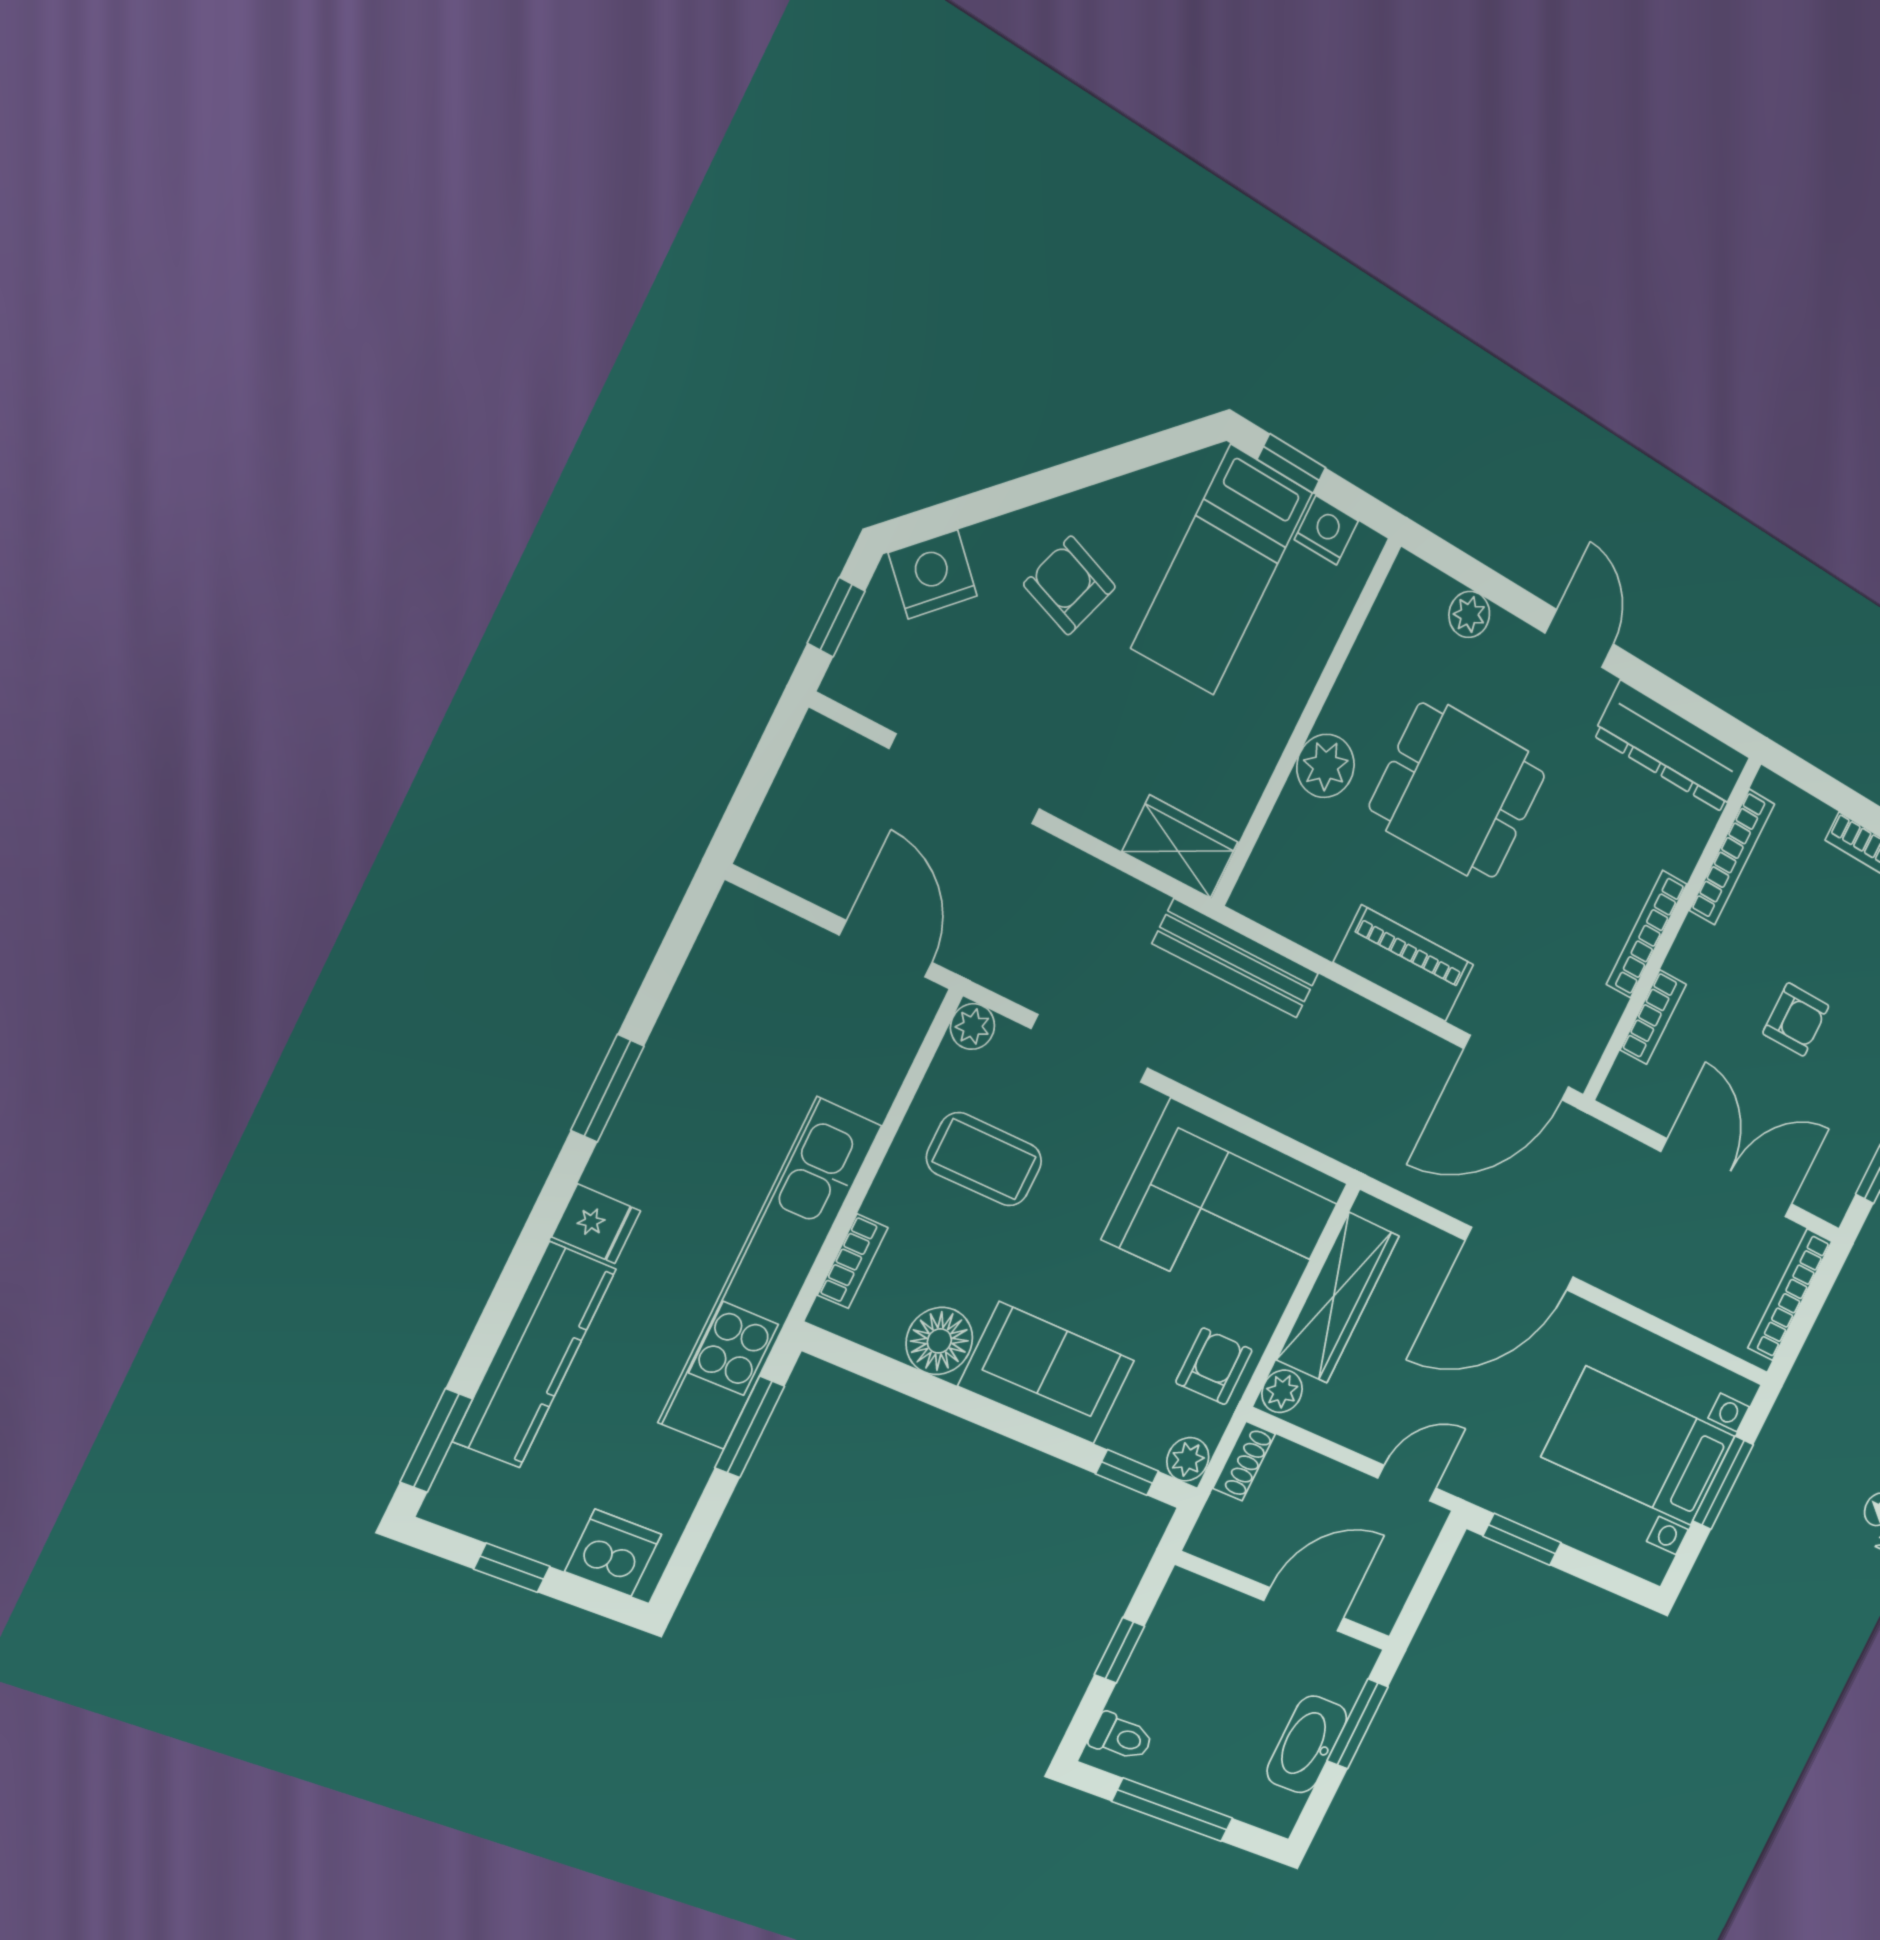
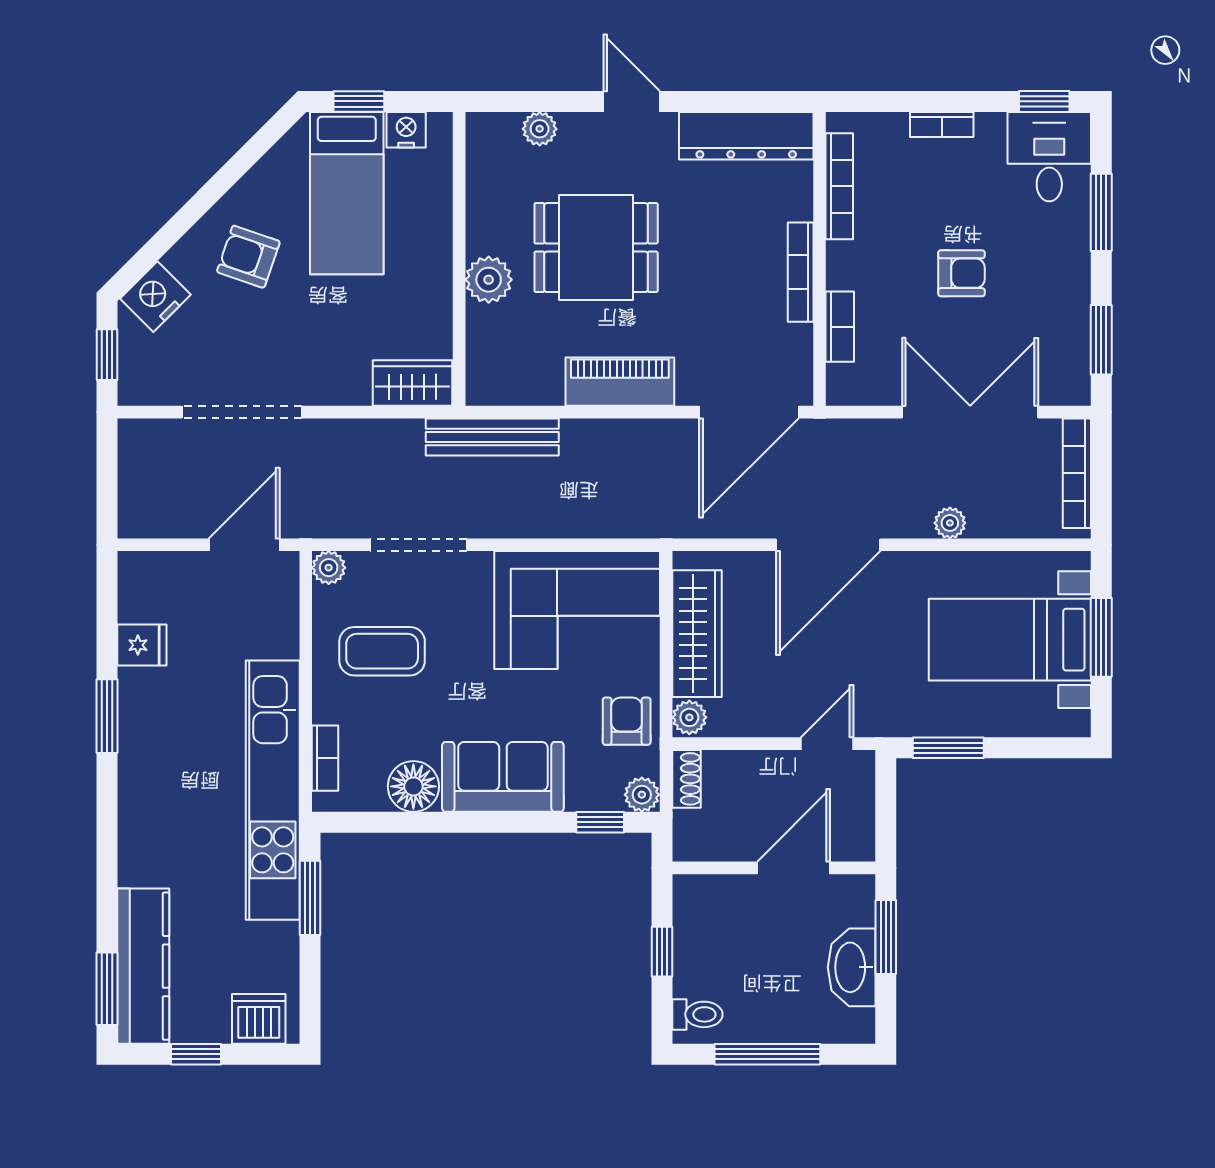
door: (886, 949) -> (244, 545), hinge flipped
fridge: (596, 1224) -> (142, 645), moved
plant: (1647, 1291) -> (950, 523), added
kitchen counter: (534, 1355) -> (143, 966), moved

